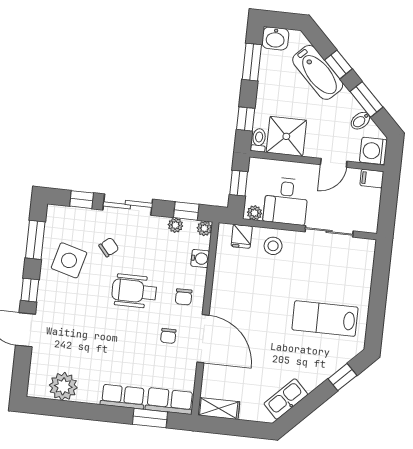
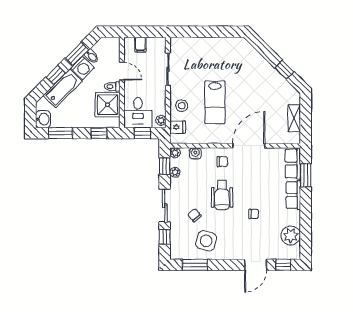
toilet: (259, 140) -> (112, 87), moved
washing machine: (373, 151) -> (82, 68), moved, turned -45
filing cabinet: (372, 178) -> (140, 45), moved
desk: (286, 201) -> (138, 113), moved, turned 90
window: (30, 290) -> (283, 265), moved
lab bench: (325, 318) -> (215, 102), moved
chair: (168, 336) -> (254, 214), moved
window: (342, 377) -> (284, 70), moved
kitchen sink: (286, 399) -> (283, 86), removed
shelving: (219, 408) -> (294, 118), moved

